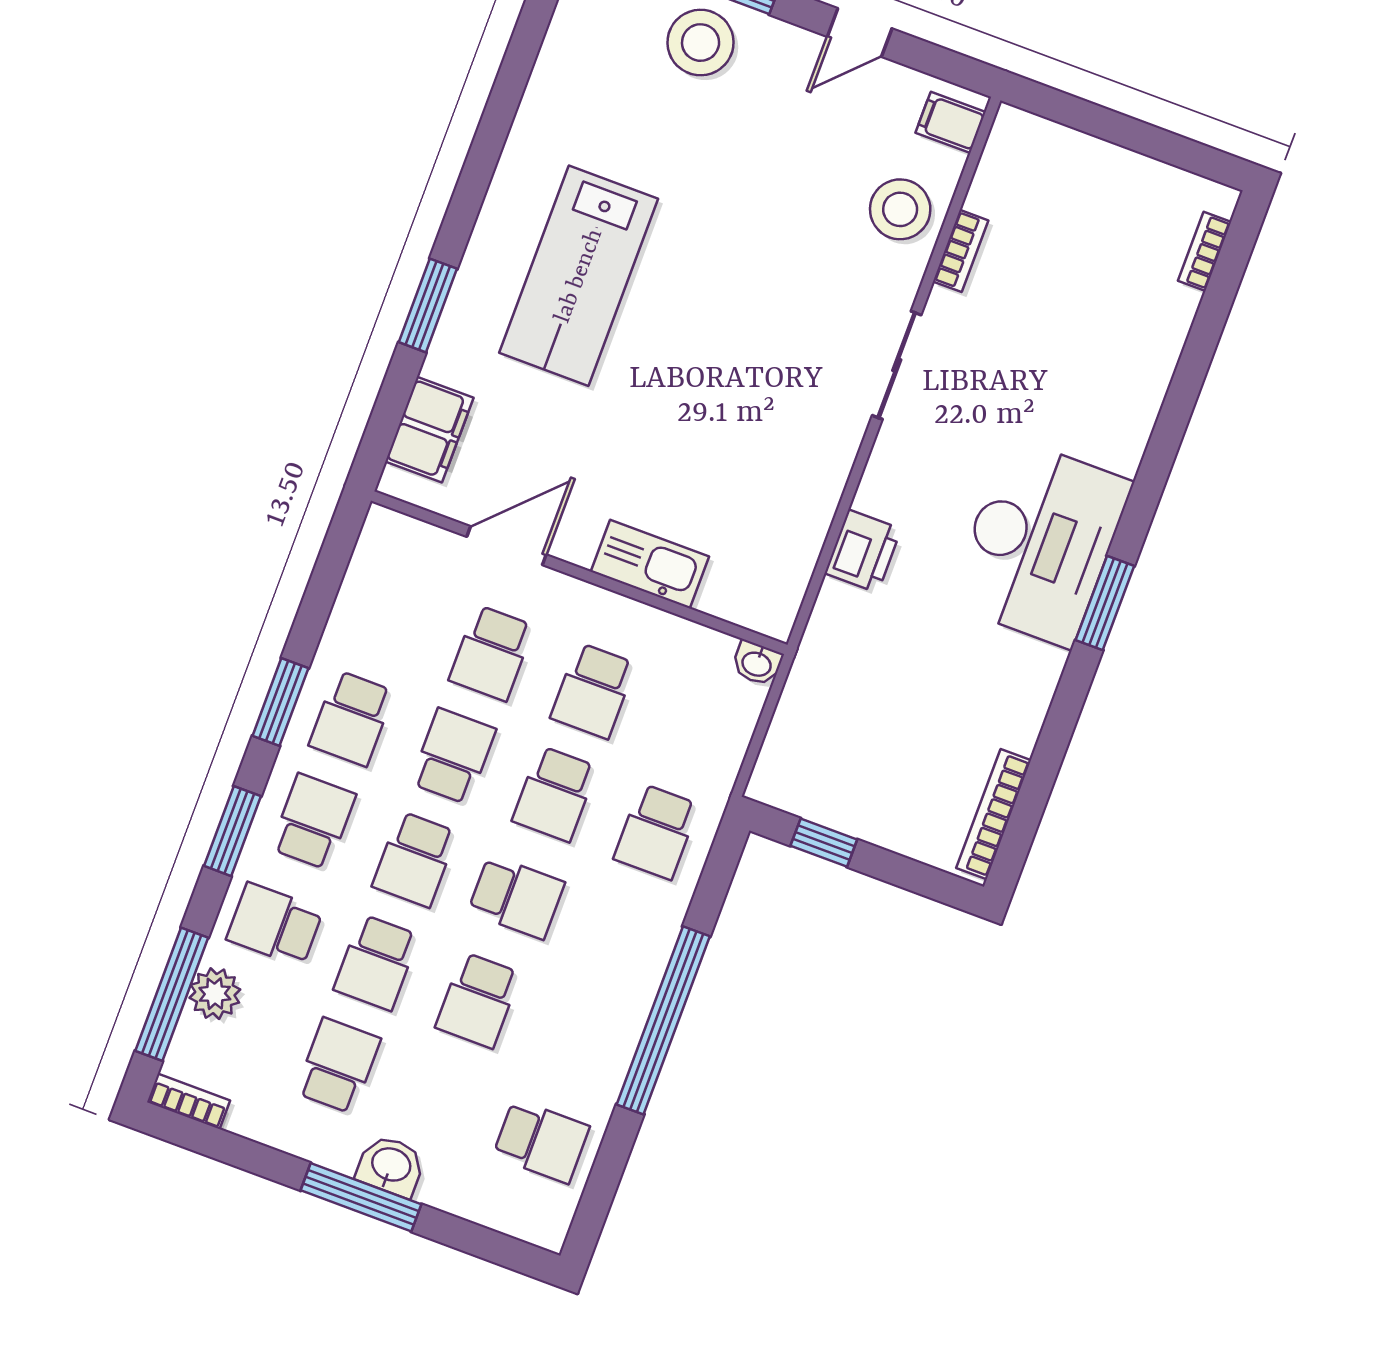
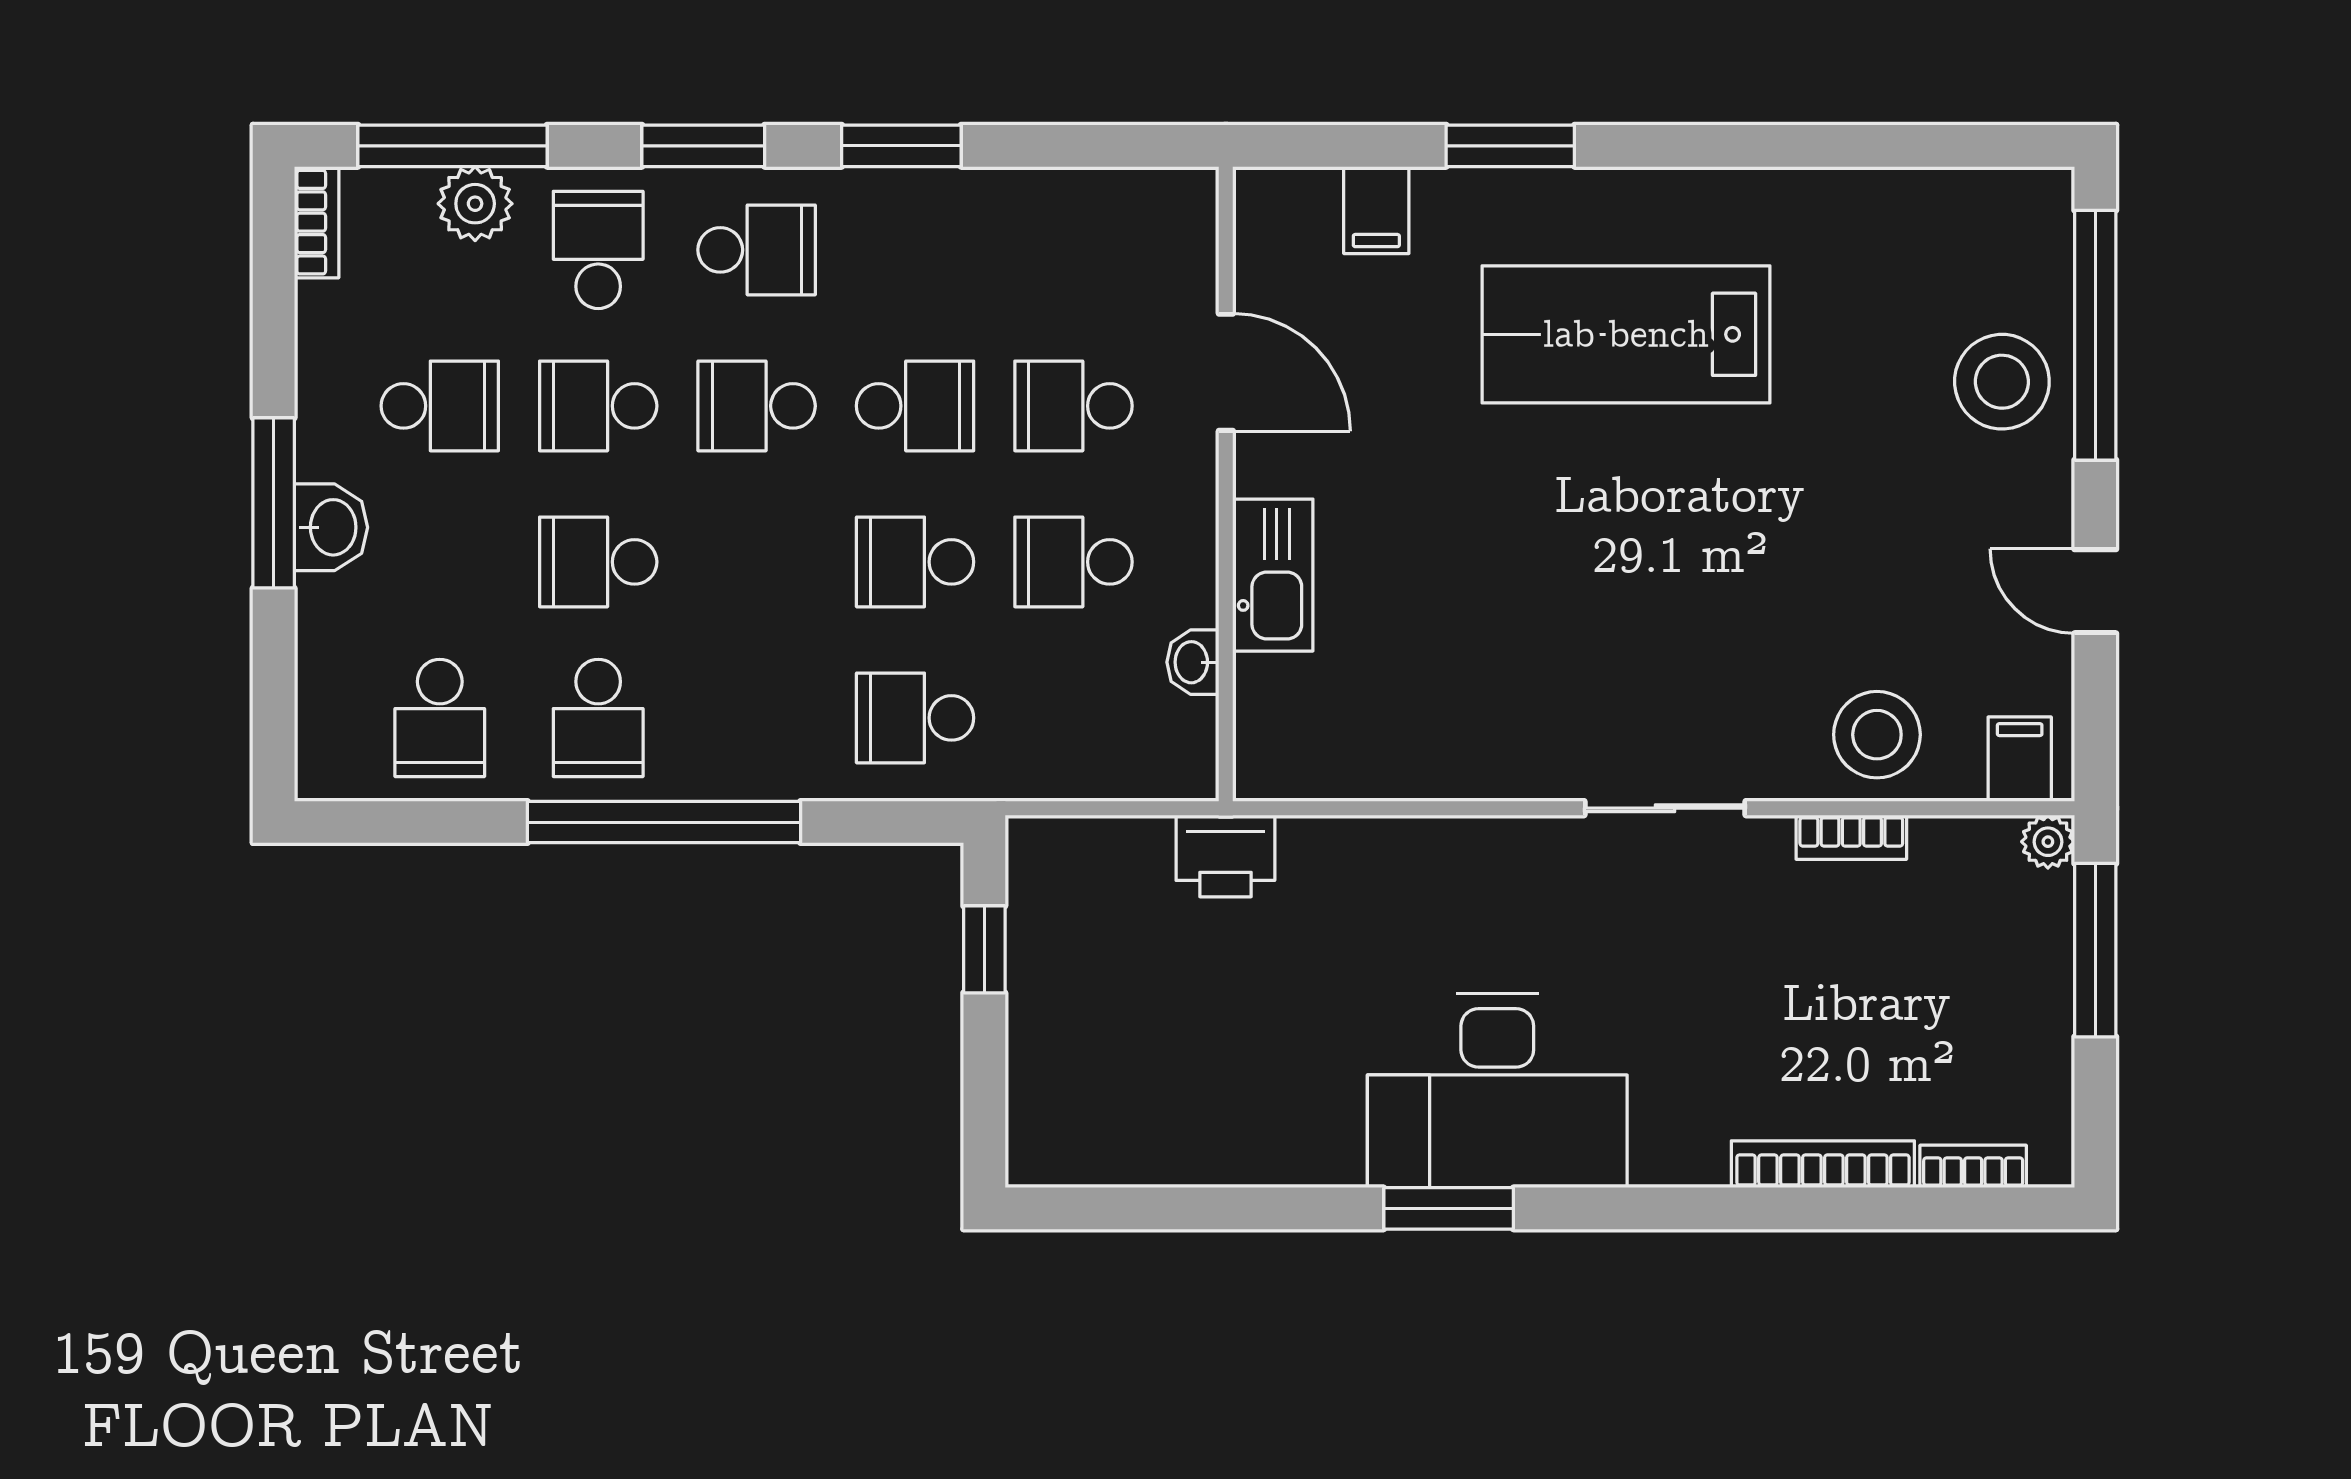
window: (1093, 119) -> (2095, 950), added
plant: (1011, 124) -> (2048, 842), added
filing cabinet: (429, 430) -> (1376, 210), width x0.50
printer: (863, 551) -> (1225, 856), moved
washbasin: (757, 663) -> (1193, 662), moved
school desk: (352, 718) -> (915, 250), removed
bookcase: (994, 814) -> (1823, 1164), moved
school desk: (516, 897) -> (598, 718), moved

